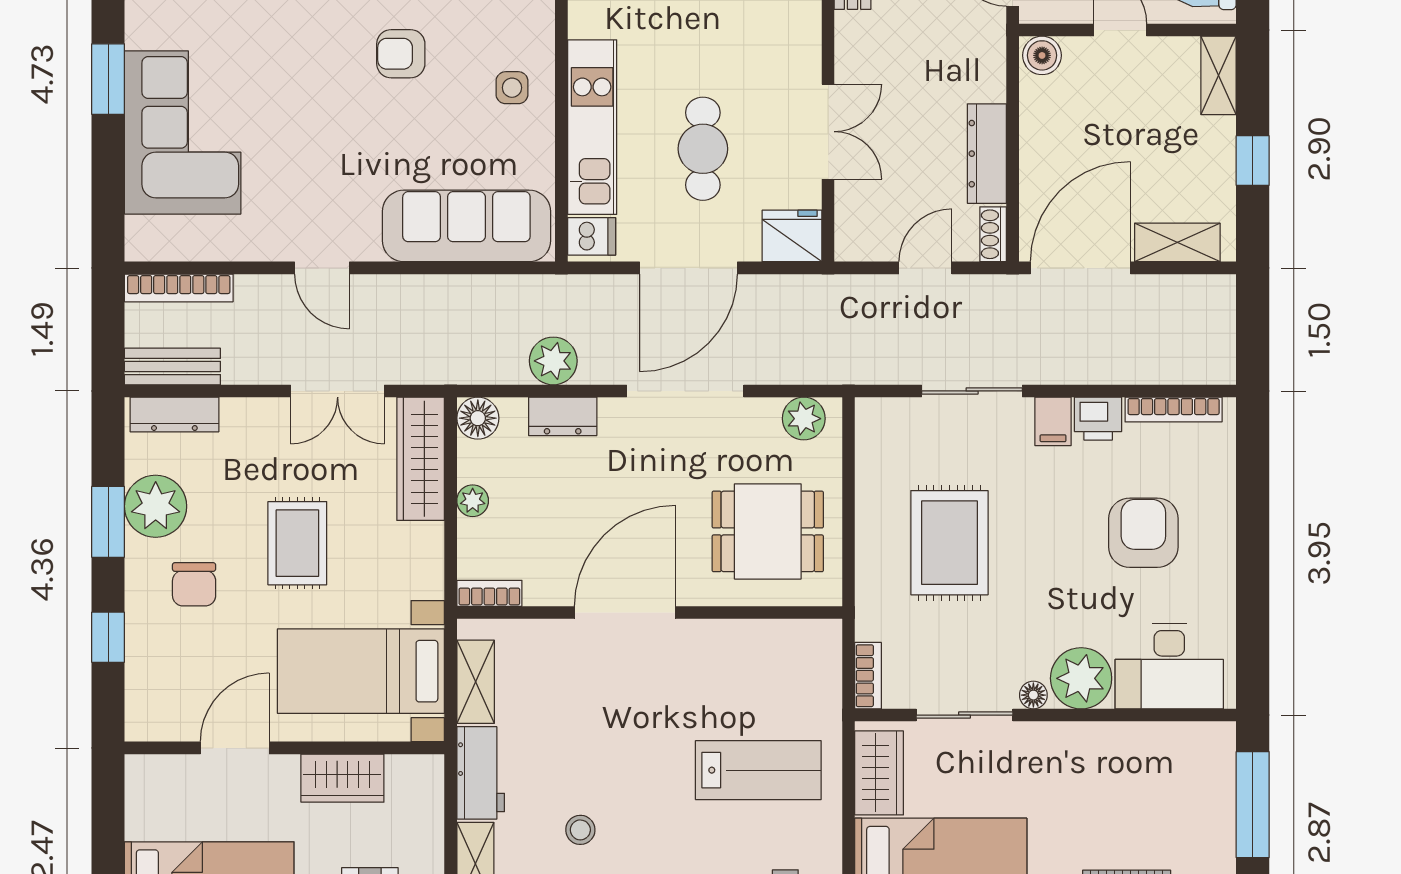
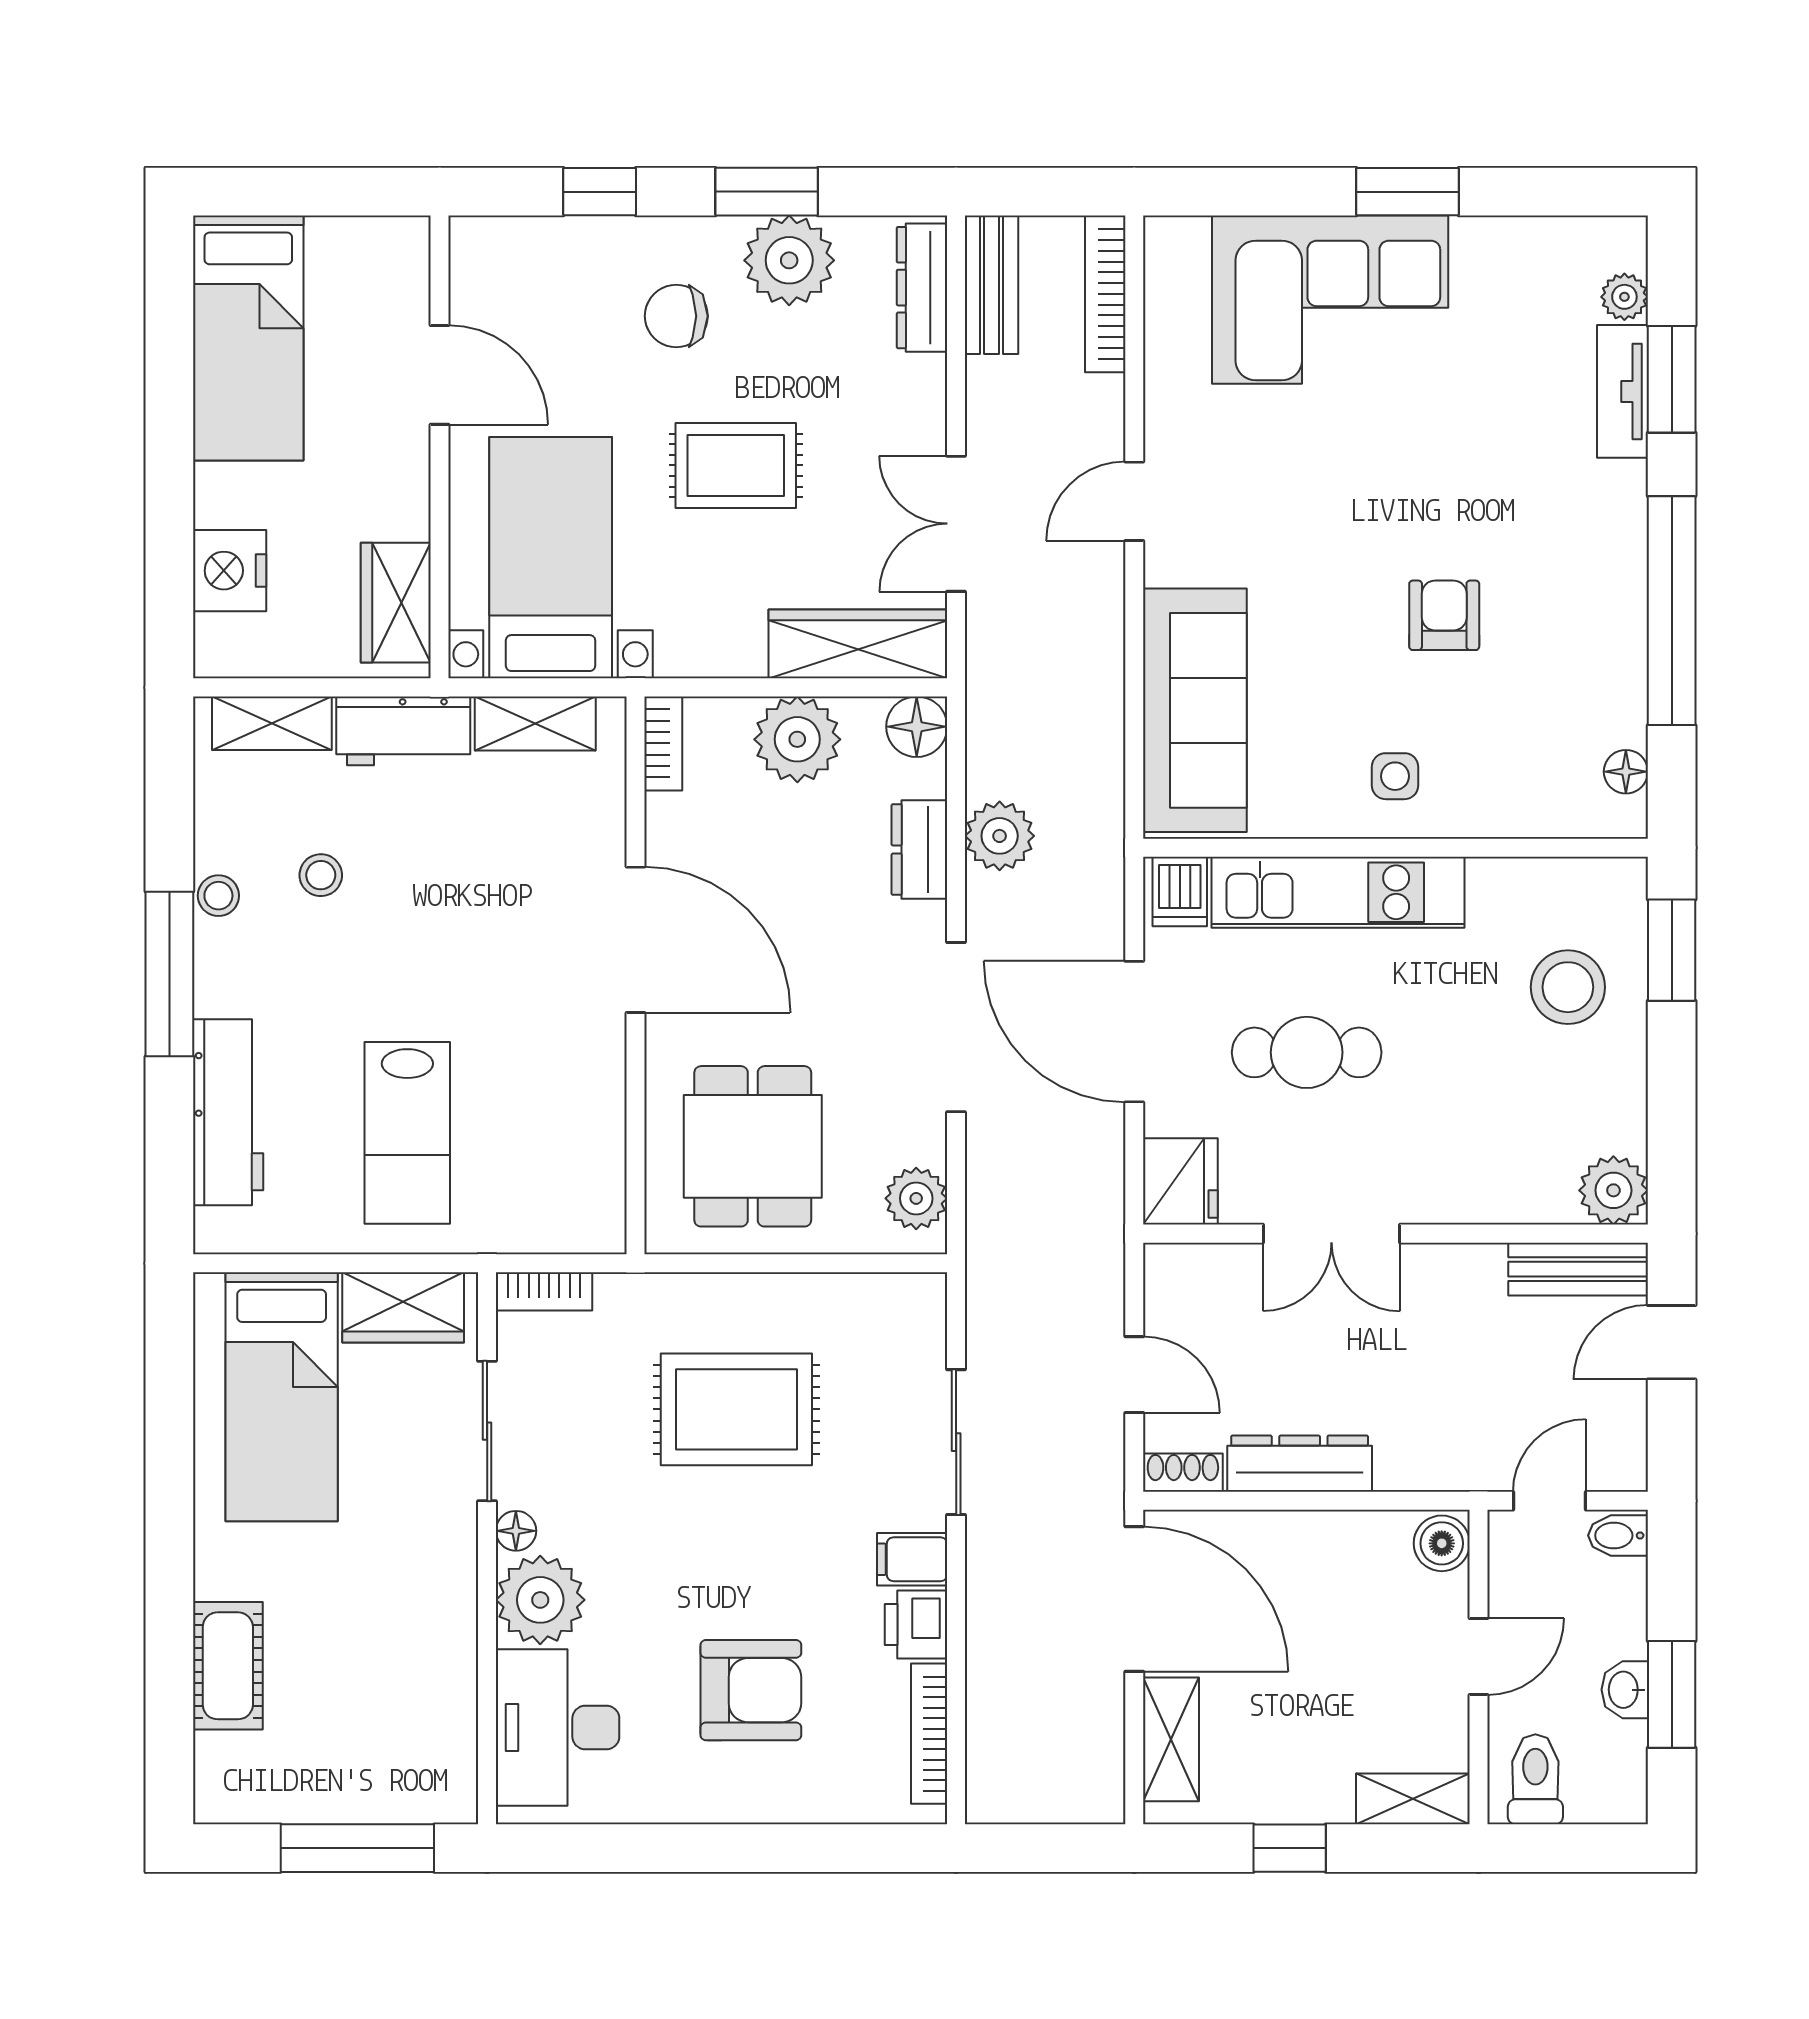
plant: (473, 501) -> (797, 739), width x1.88, depth x1.88
wardrobe: (342, 778) -> (396, 603), moved

